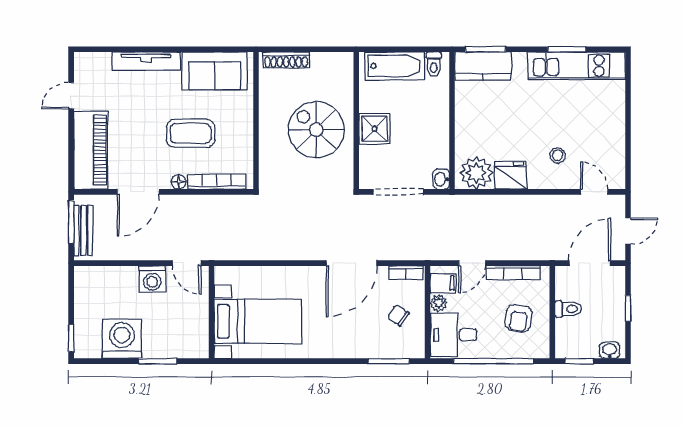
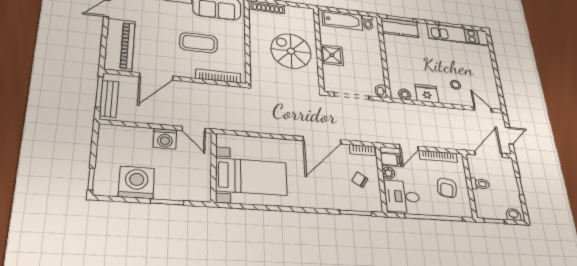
plant: (476, 173) -> (405, 94), width x0.53, depth x0.53
floor lamp: (179, 182) -> (189, 73), removed

